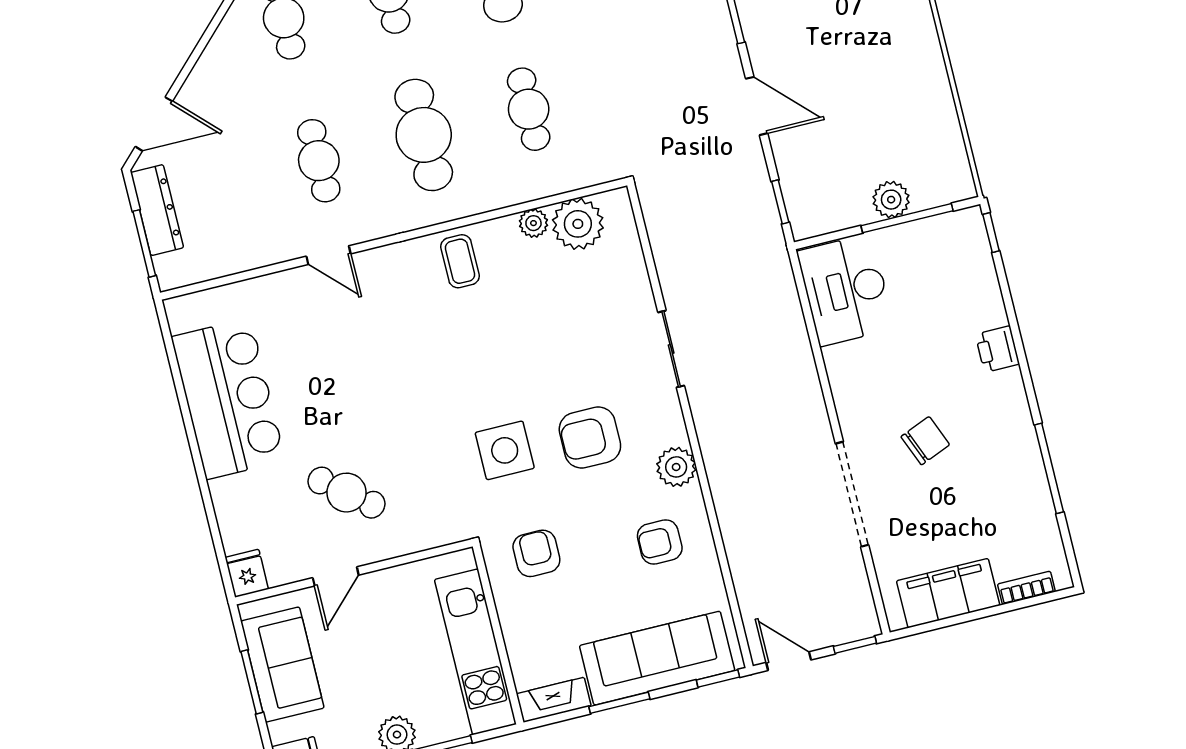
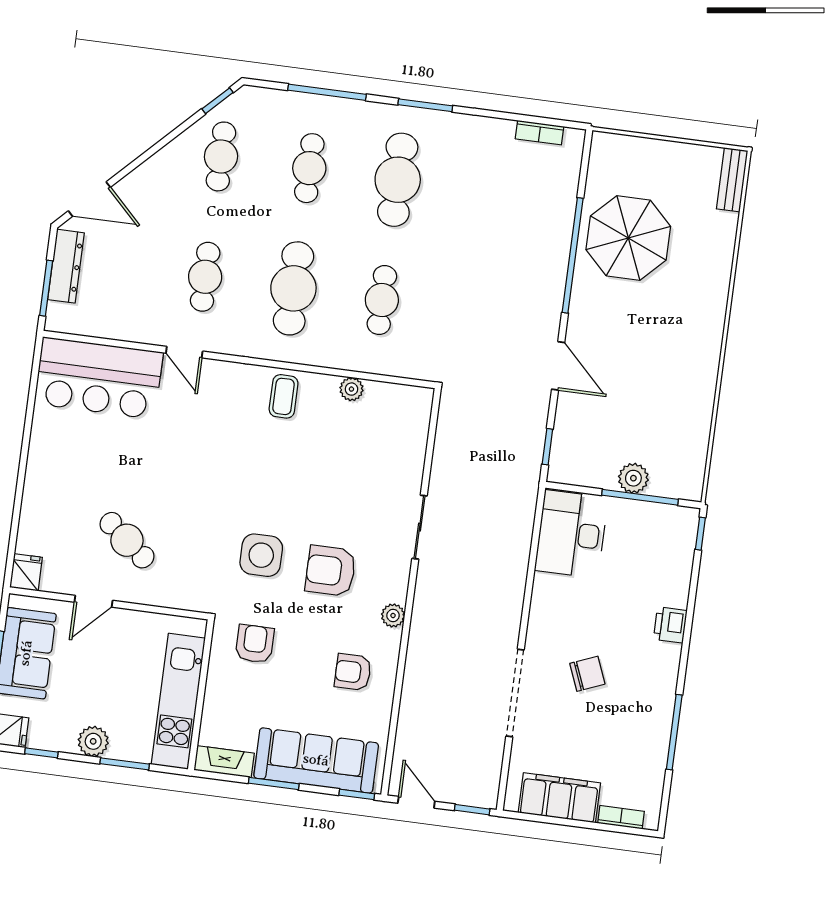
plant: (578, 224) -> (385, 403), removed
bar counter: (228, 399) -> (99, 378), moved, turned 90
plant: (676, 467) -> (393, 615), width x0.73, depth x0.73

